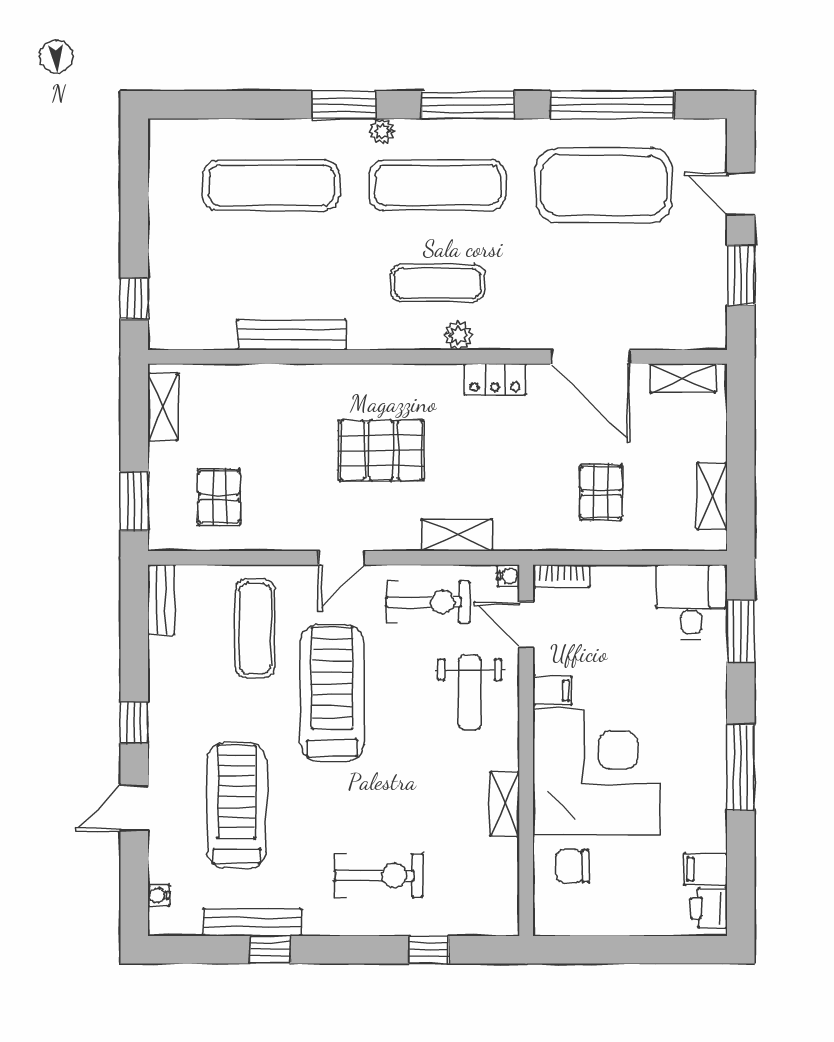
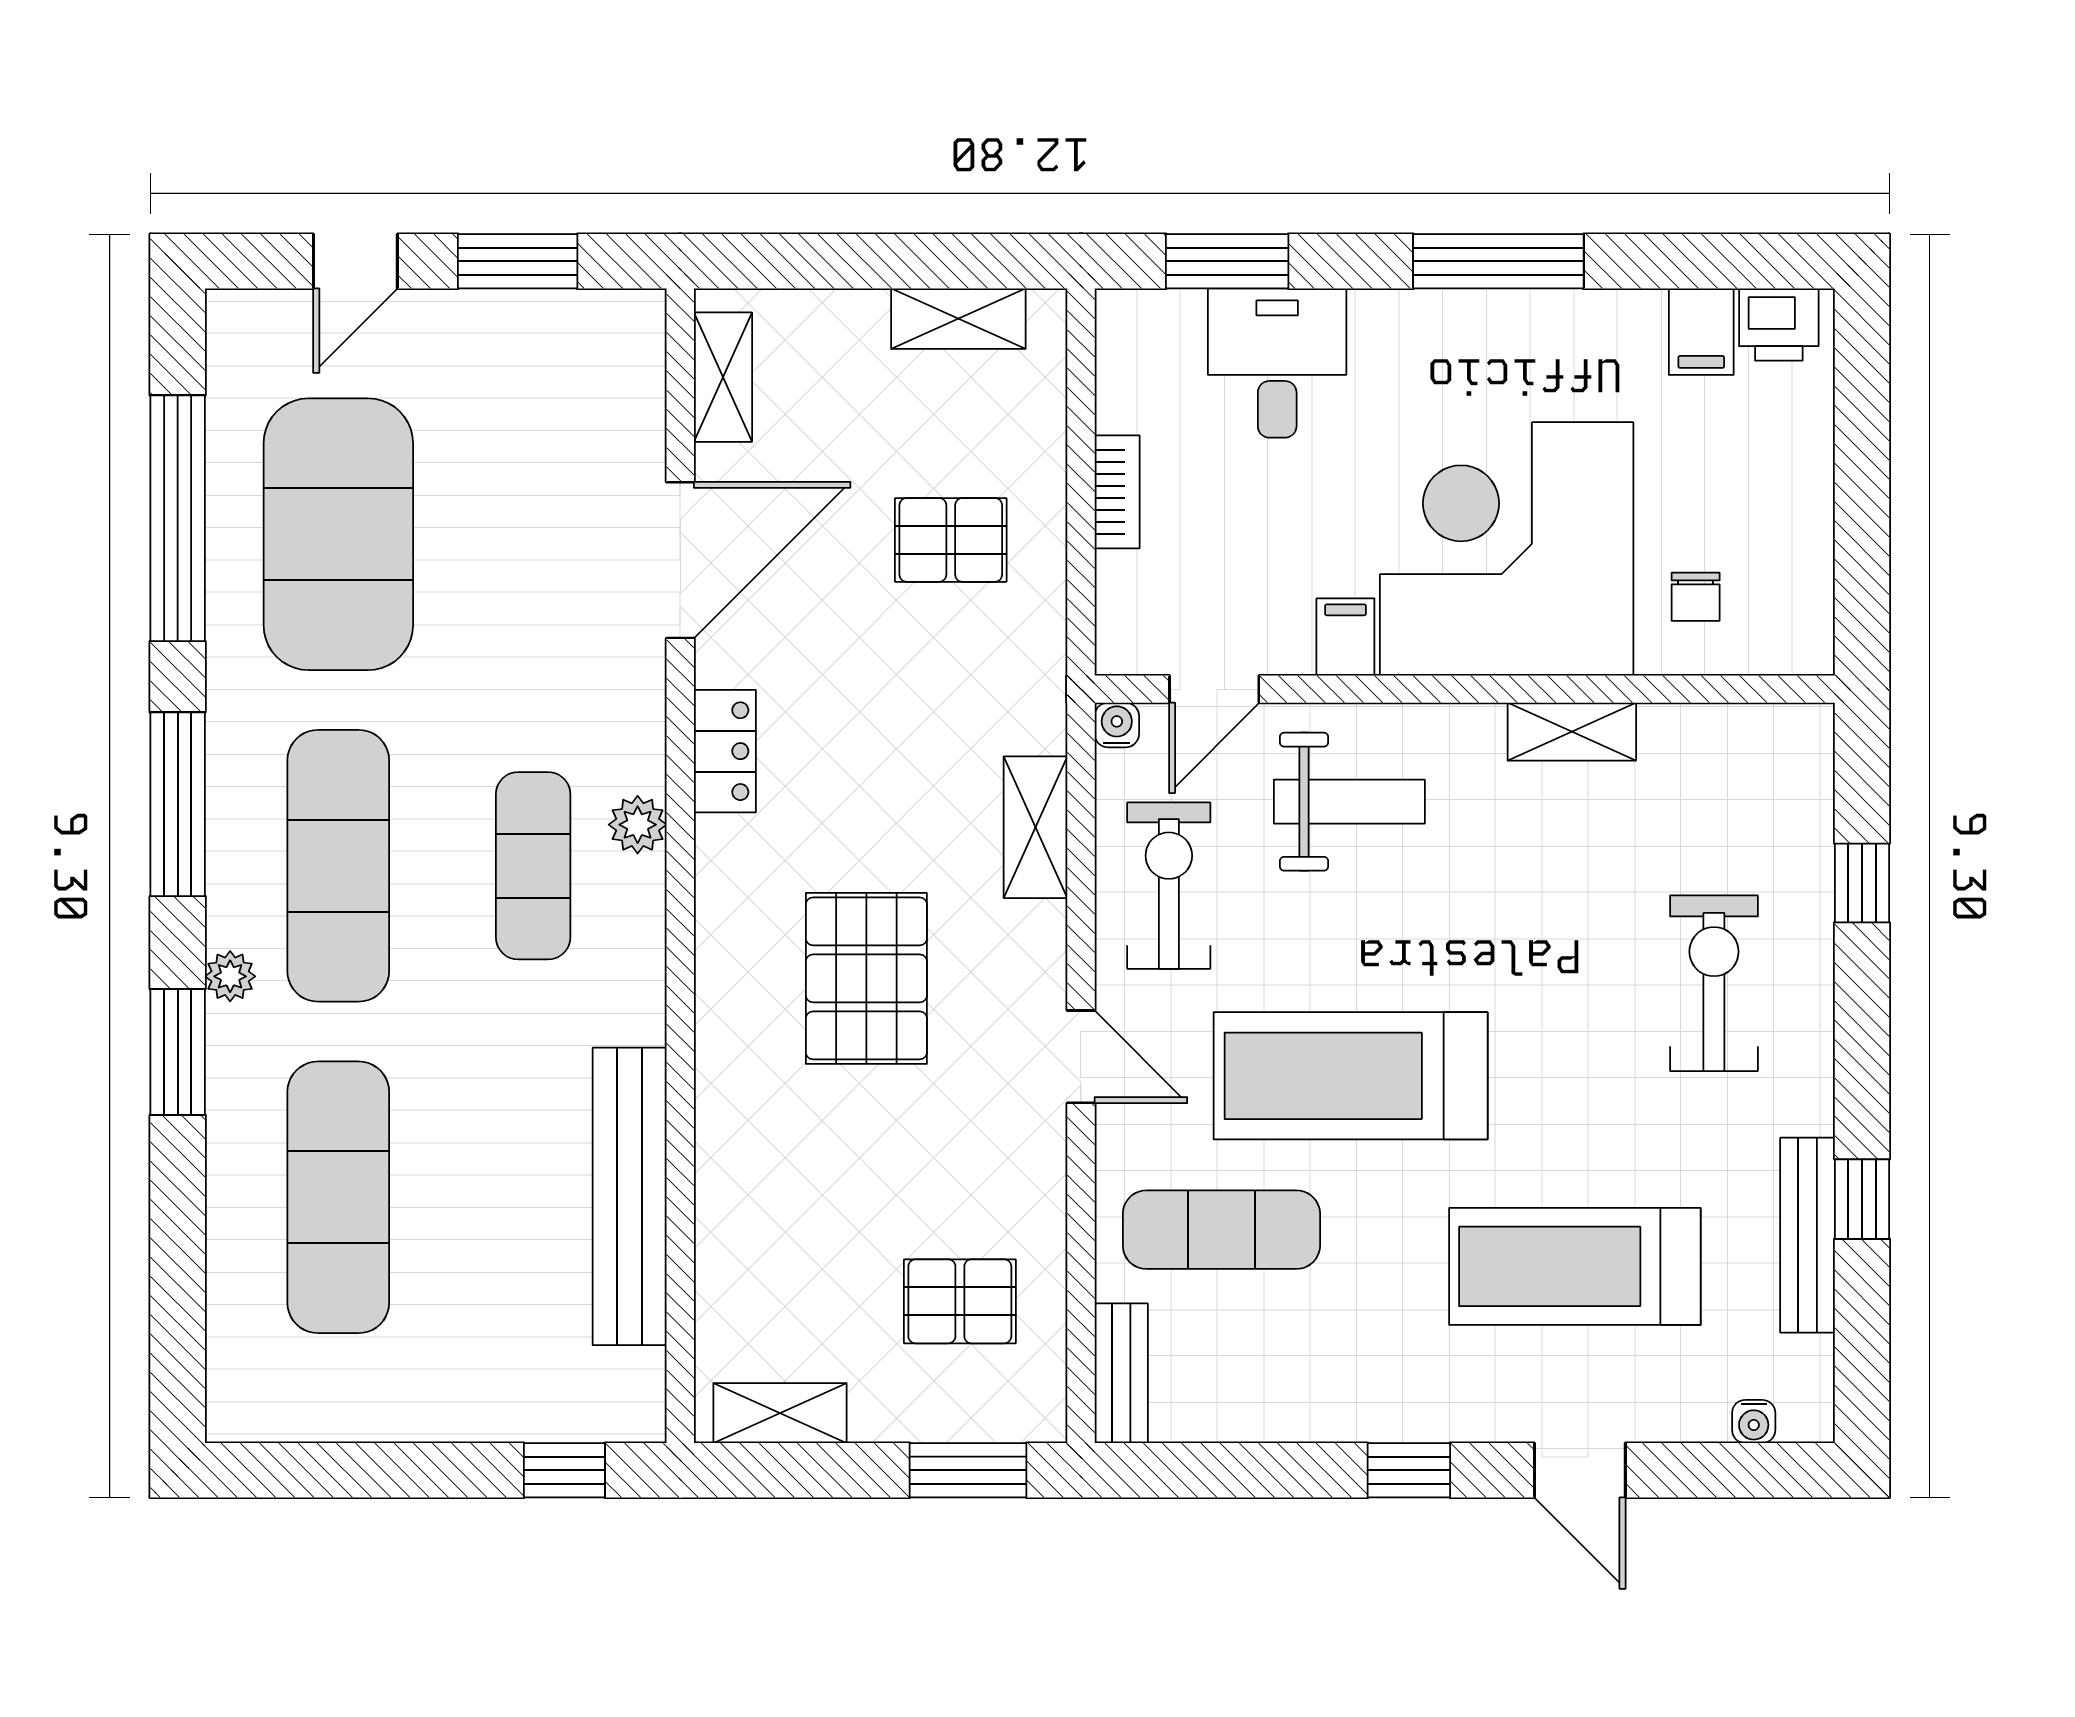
bench: (292, 335) -> (630, 1196), width x1.37, depth x1.21
bookcase: (561, 576) -> (1117, 492), moved
bench: (161, 600) -> (1121, 1373), moved, turned 90
desk: (691, 602) -> (1277, 363), moved, turned 90
chair: (572, 866) -> (1696, 597), width x0.73, depth x0.73

